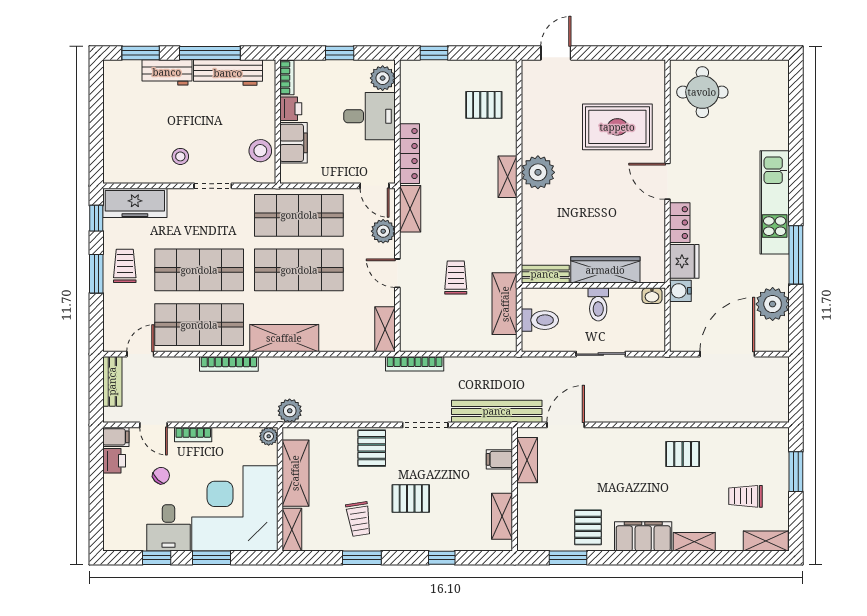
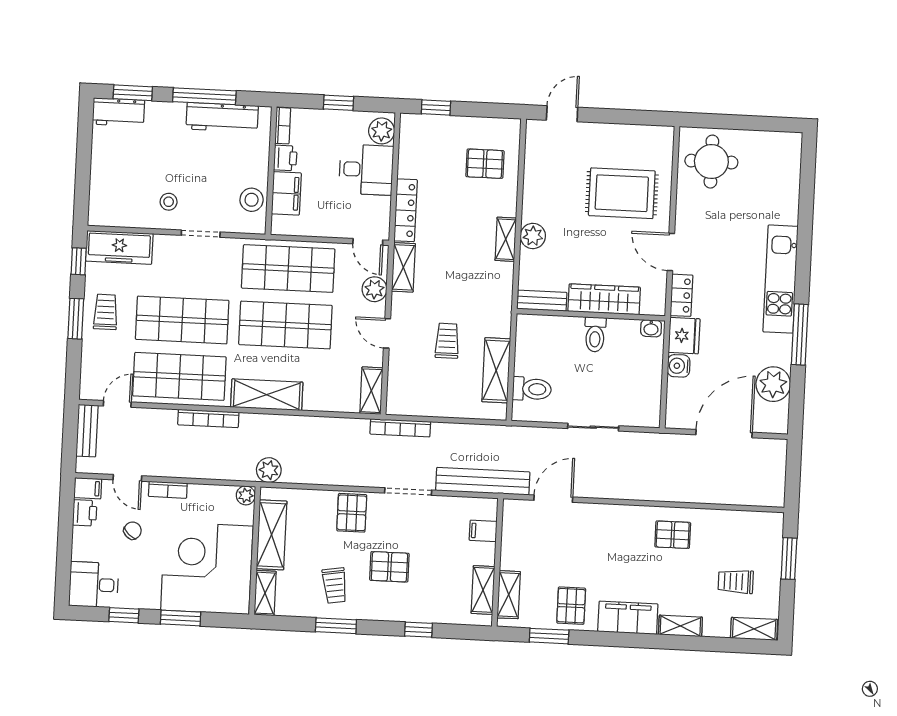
workbench: (167, 72) -> (118, 112), moved
plant: (538, 172) -> (533, 236), width x0.73, depth x0.73
wardrobe: (605, 270) -> (604, 299), moved
bench: (545, 274) -> (542, 301), moved
wall: (593, 285) -> (591, 315), moved
washbasin: (652, 296) -> (651, 328), moved
toilet: (598, 304) -> (595, 334), moved
shelving: (527, 460) -> (509, 595), moved
desk: (169, 528) -> (94, 585), moved, turned 90

